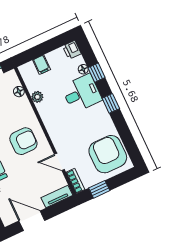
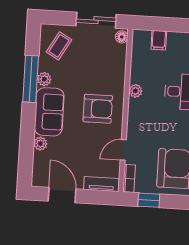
floor lamp: (19, 92) -> (122, 37), moved
plant: (37, 97) -> (135, 91), moved
door: (59, 162) -> (123, 150), hinge flipped

